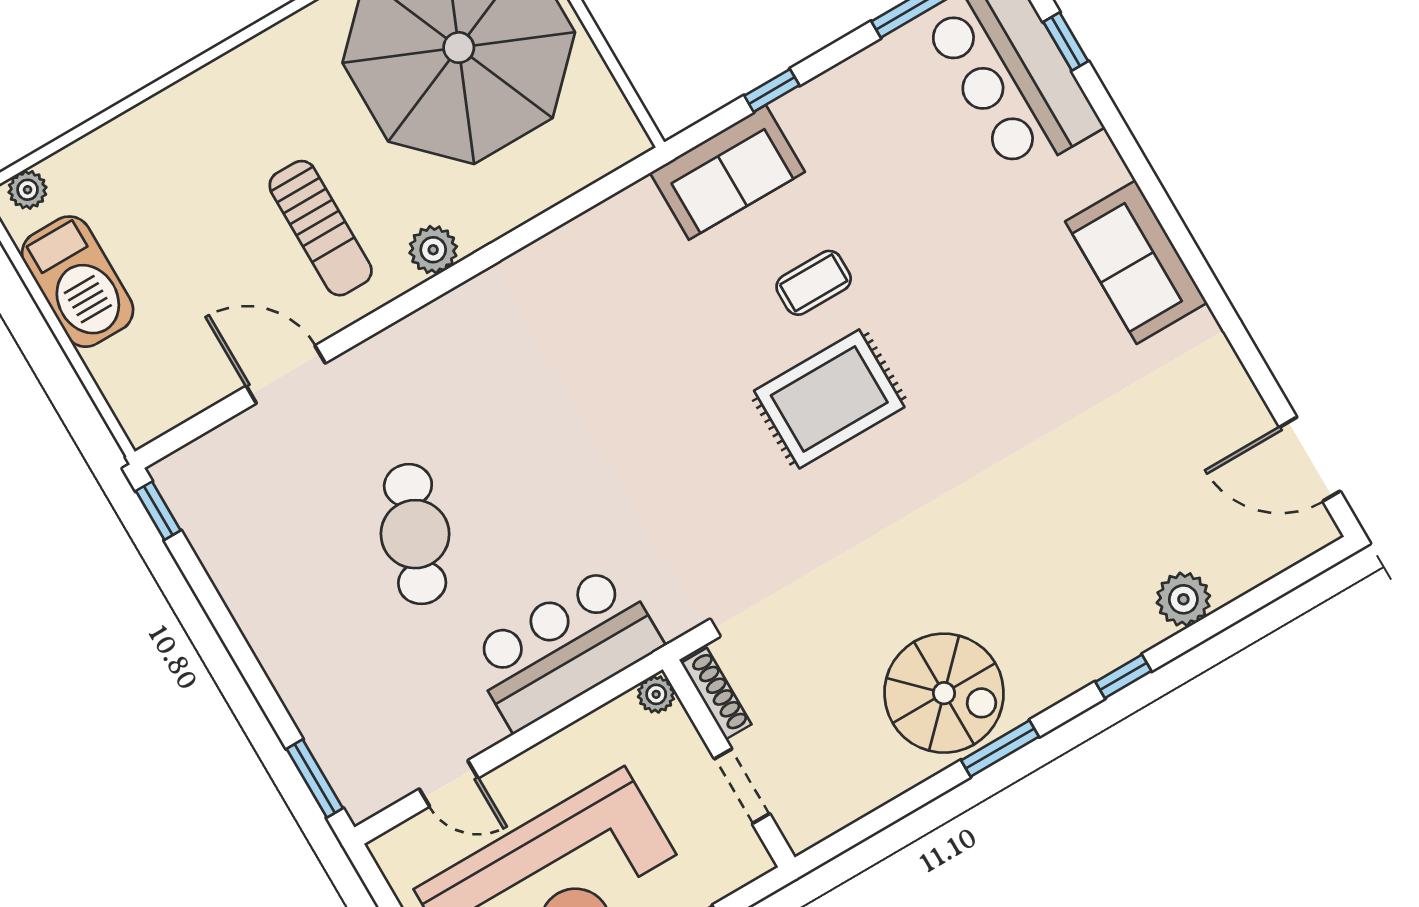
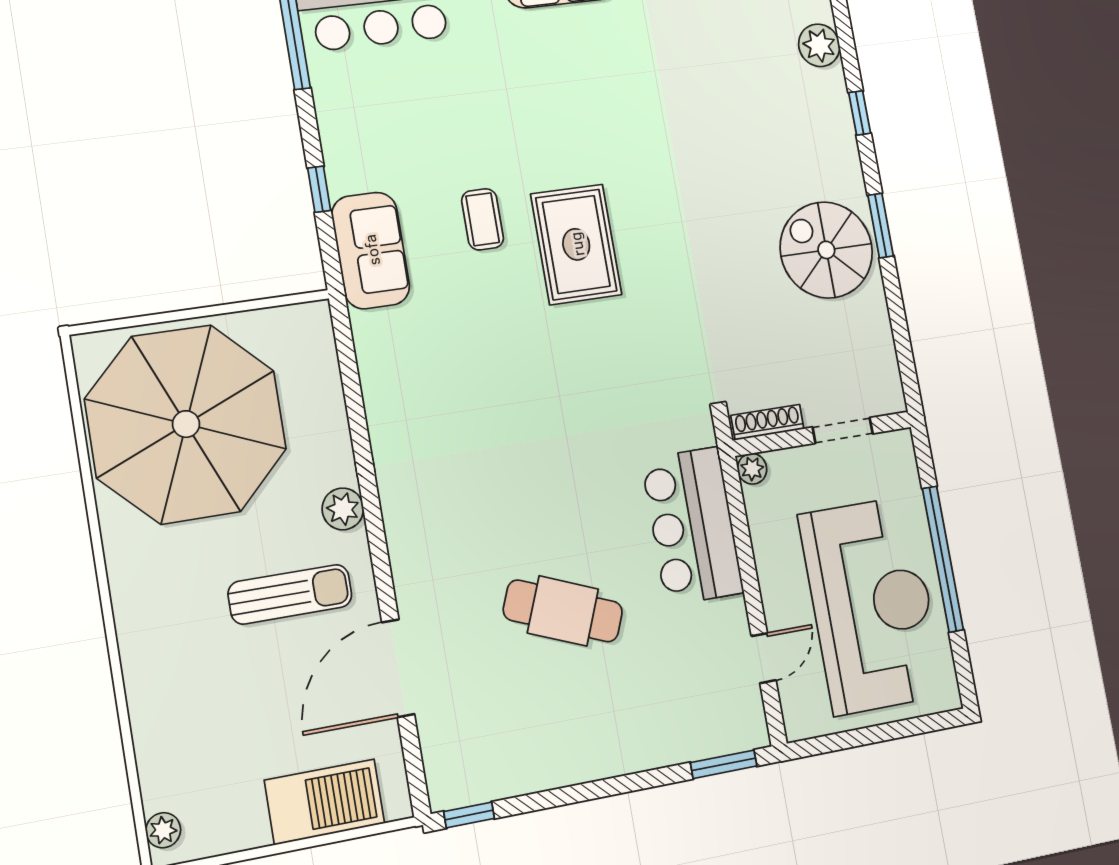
barbecue: (78, 282) -> (325, 802), moved
door: (286, 375) -> (398, 668), width x1.36
spiral stairs: (944, 693) -> (826, 250), turned -90

